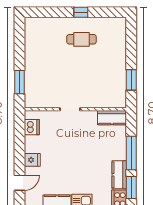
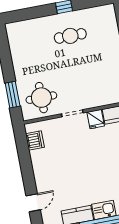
round table: (45, 90) -> (41, 98), added
fridge: (32, 160) -> (96, 119), moved, turned 90

